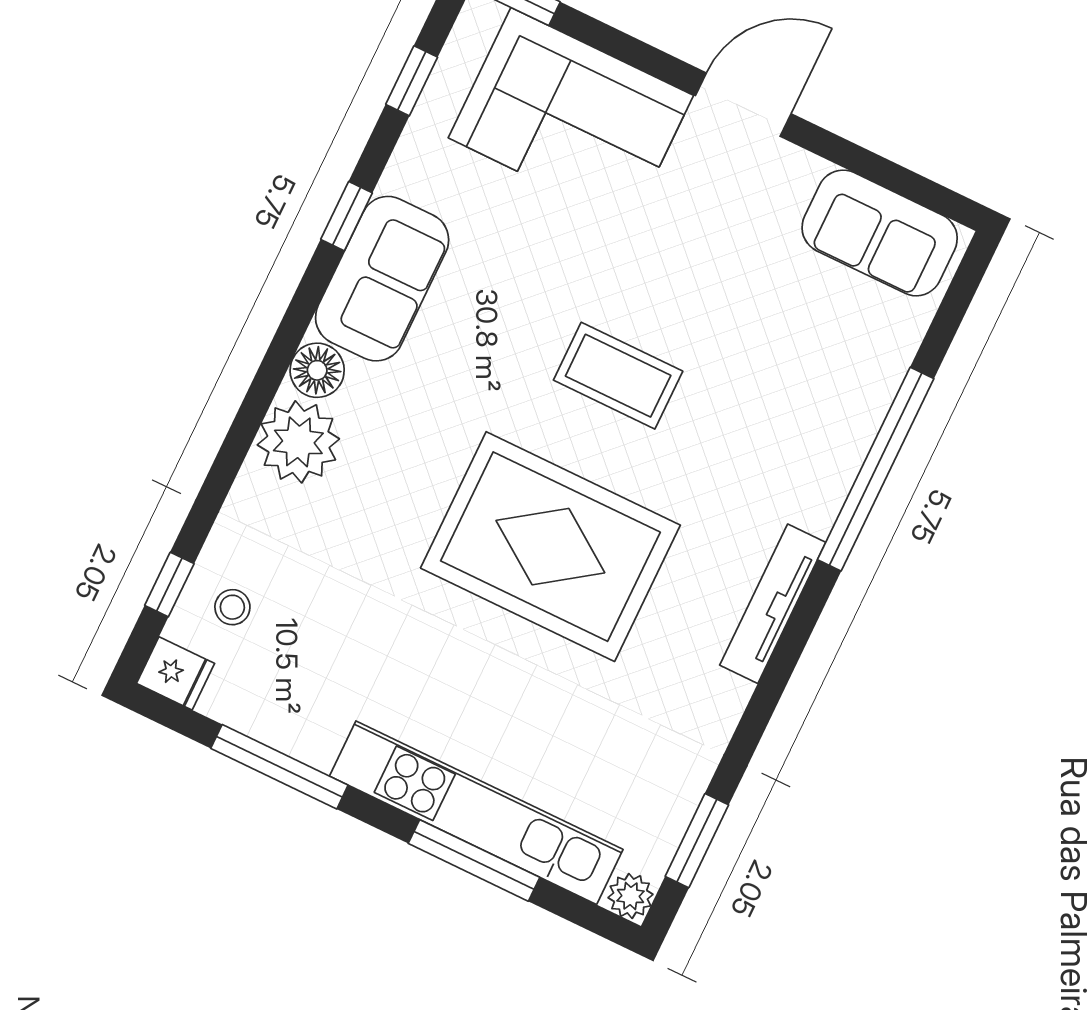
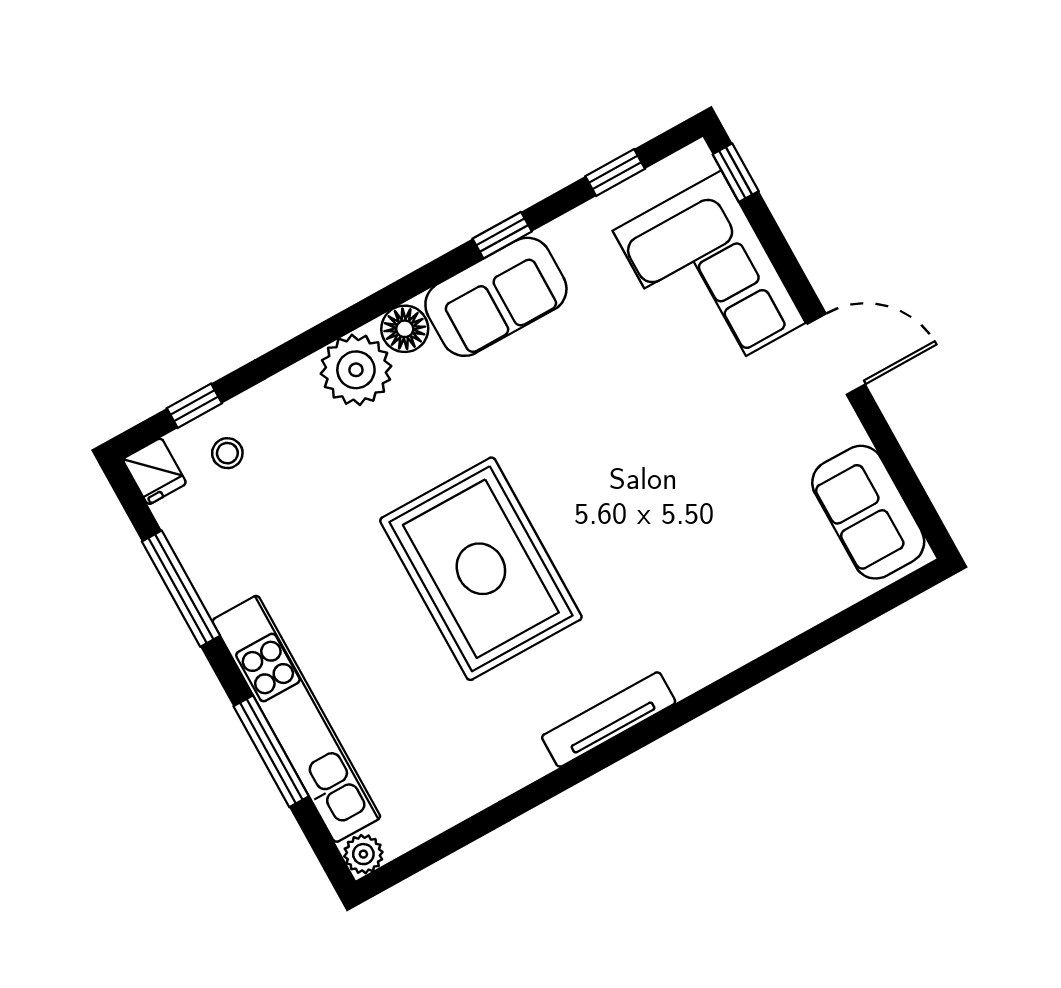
coffee table: (618, 376) -> (613, 482), removed
window: (876, 469) -> (748, 676), removed
window: (697, 841) -> (438, 848), removed

